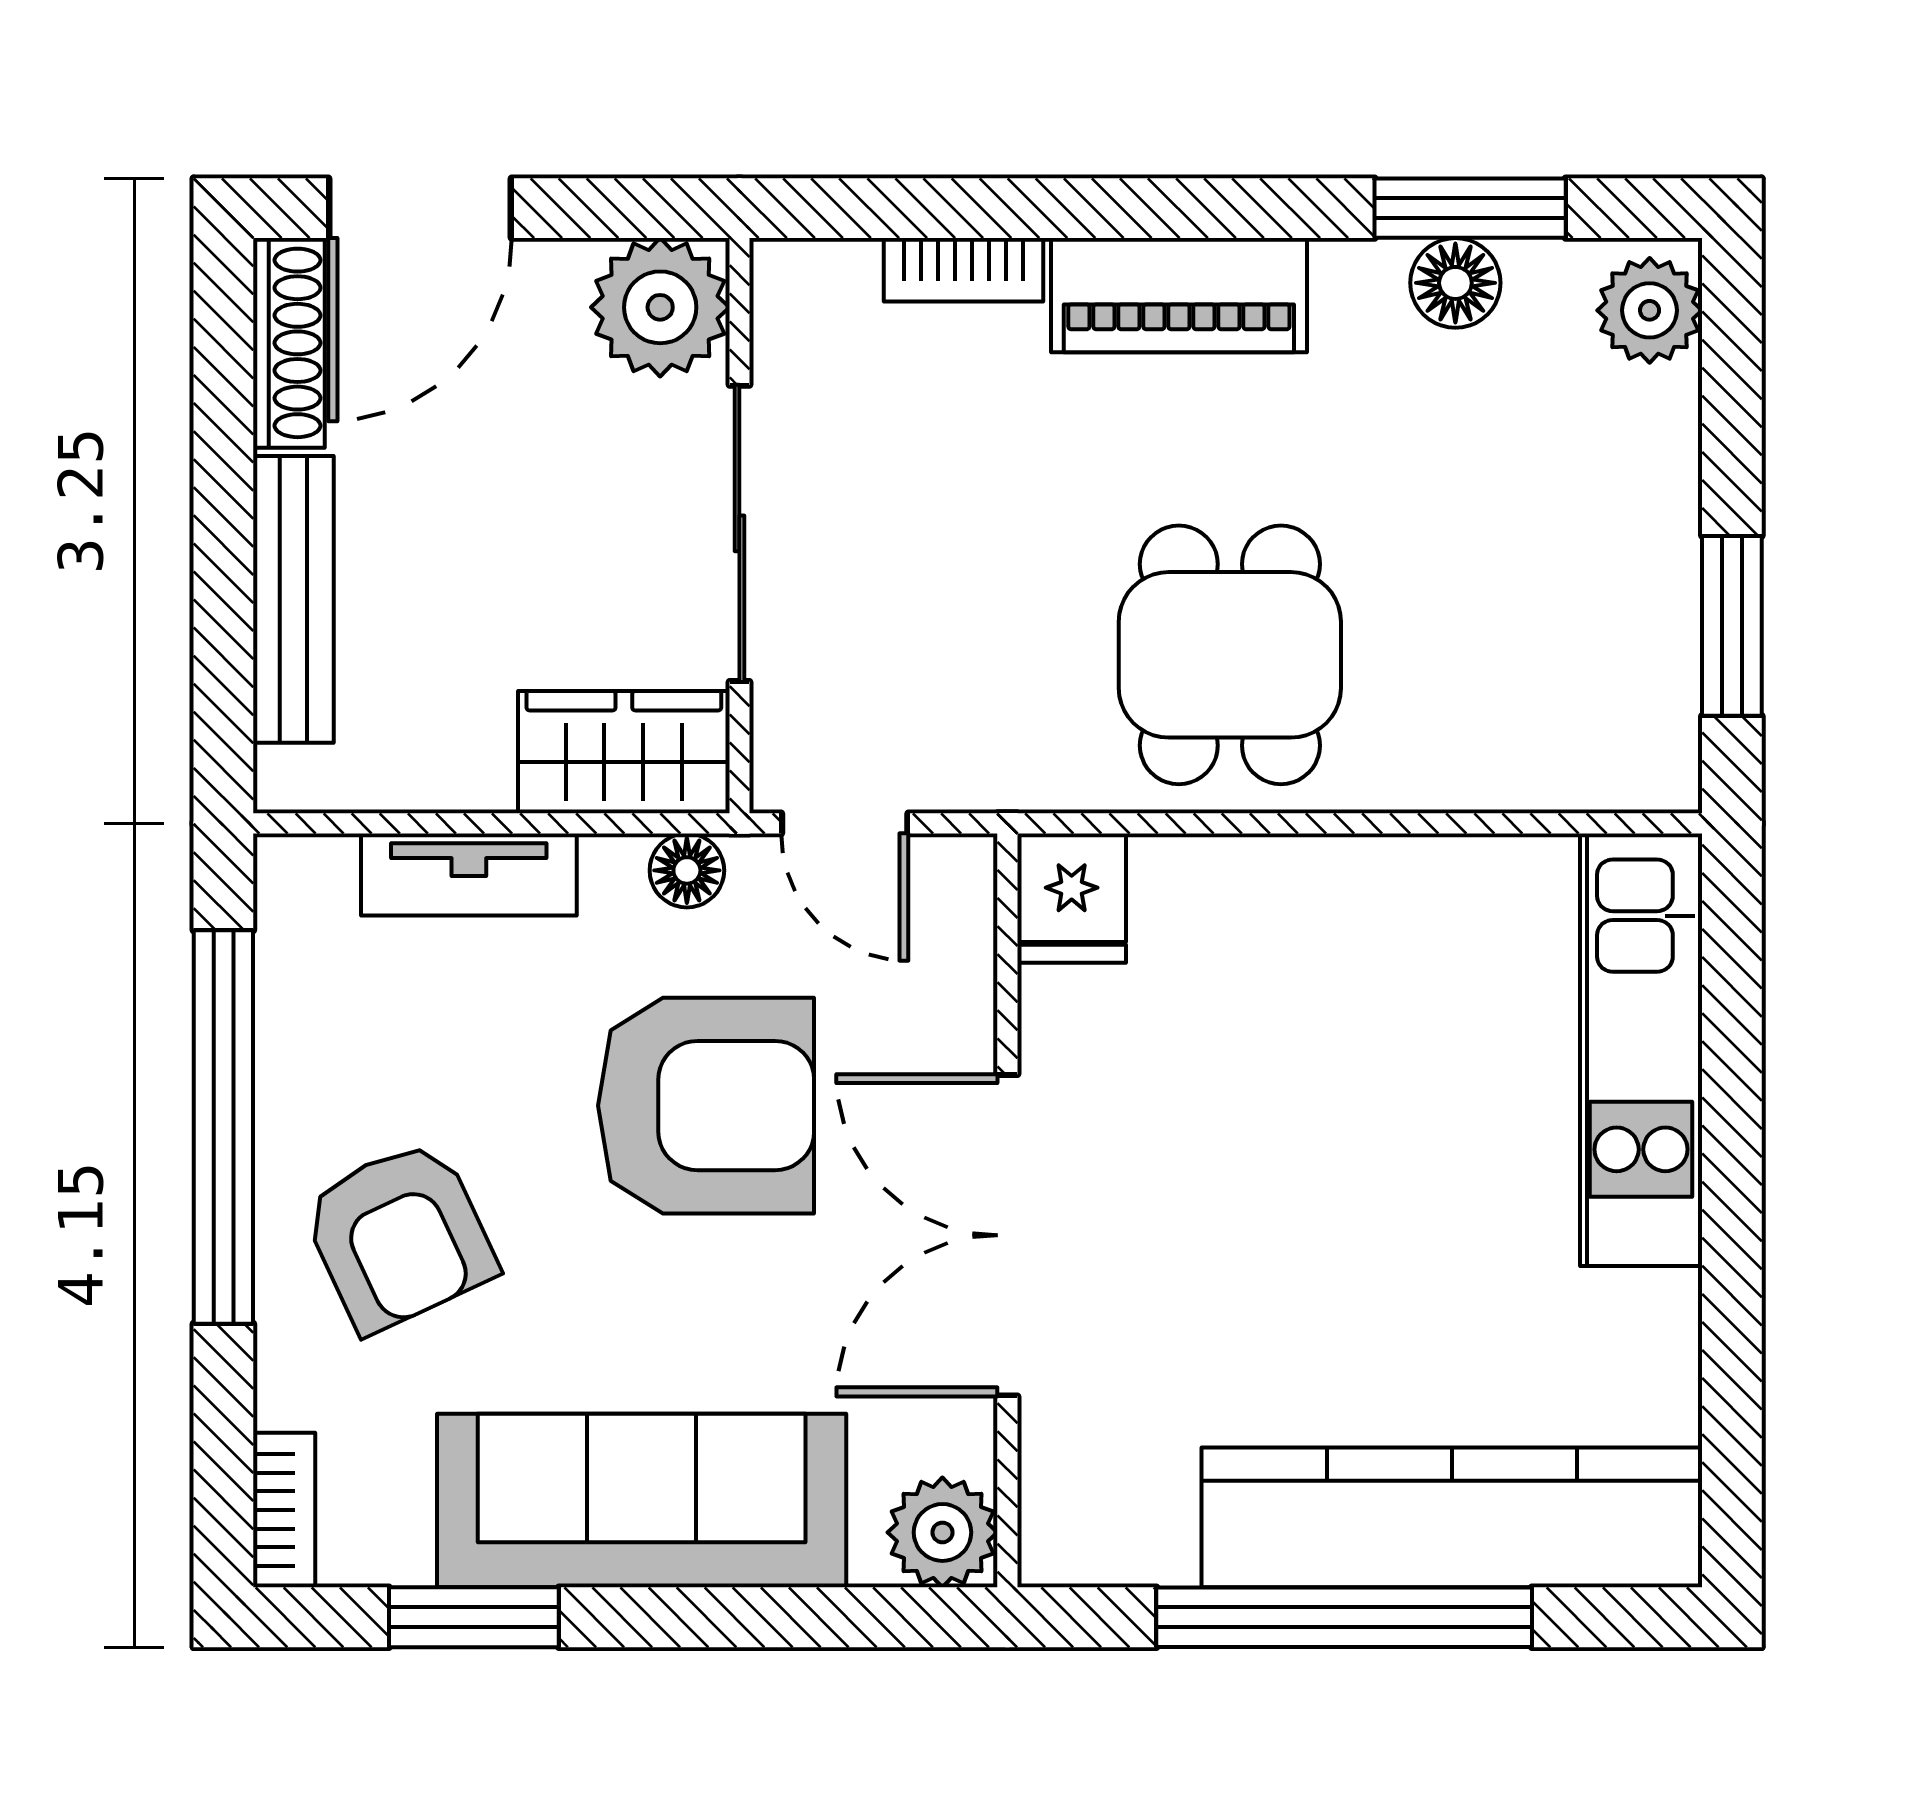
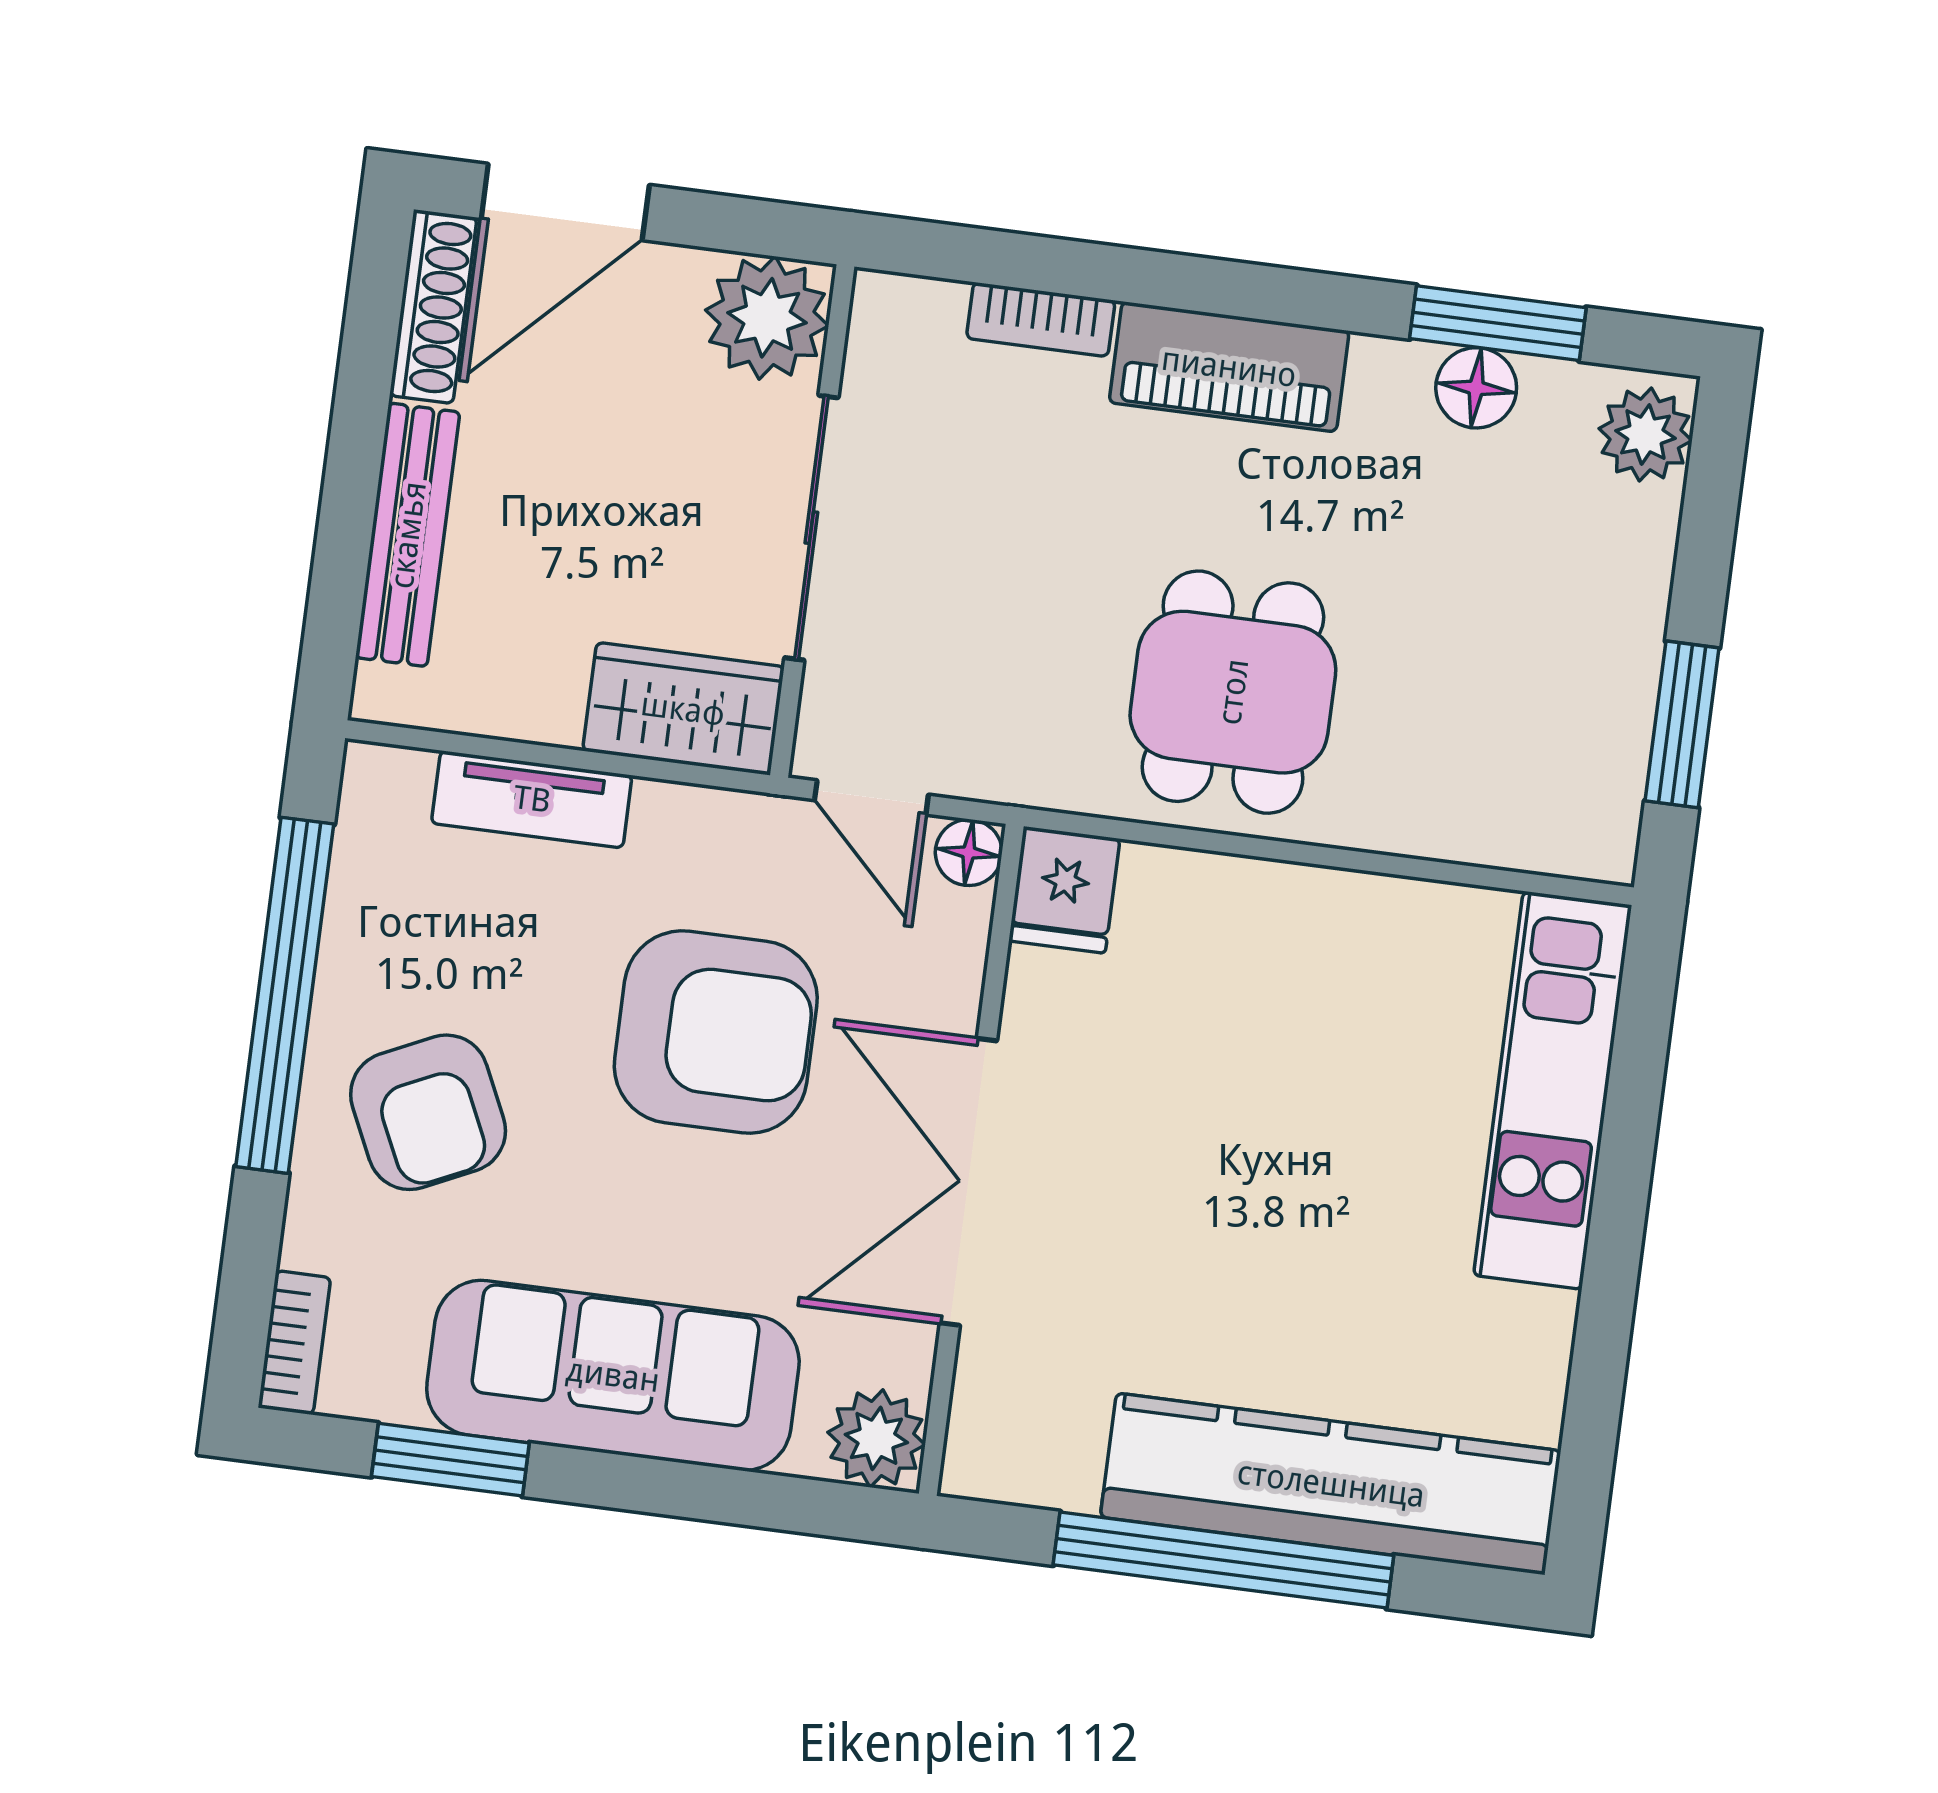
floor lamp: (687, 870) -> (969, 853), moved

